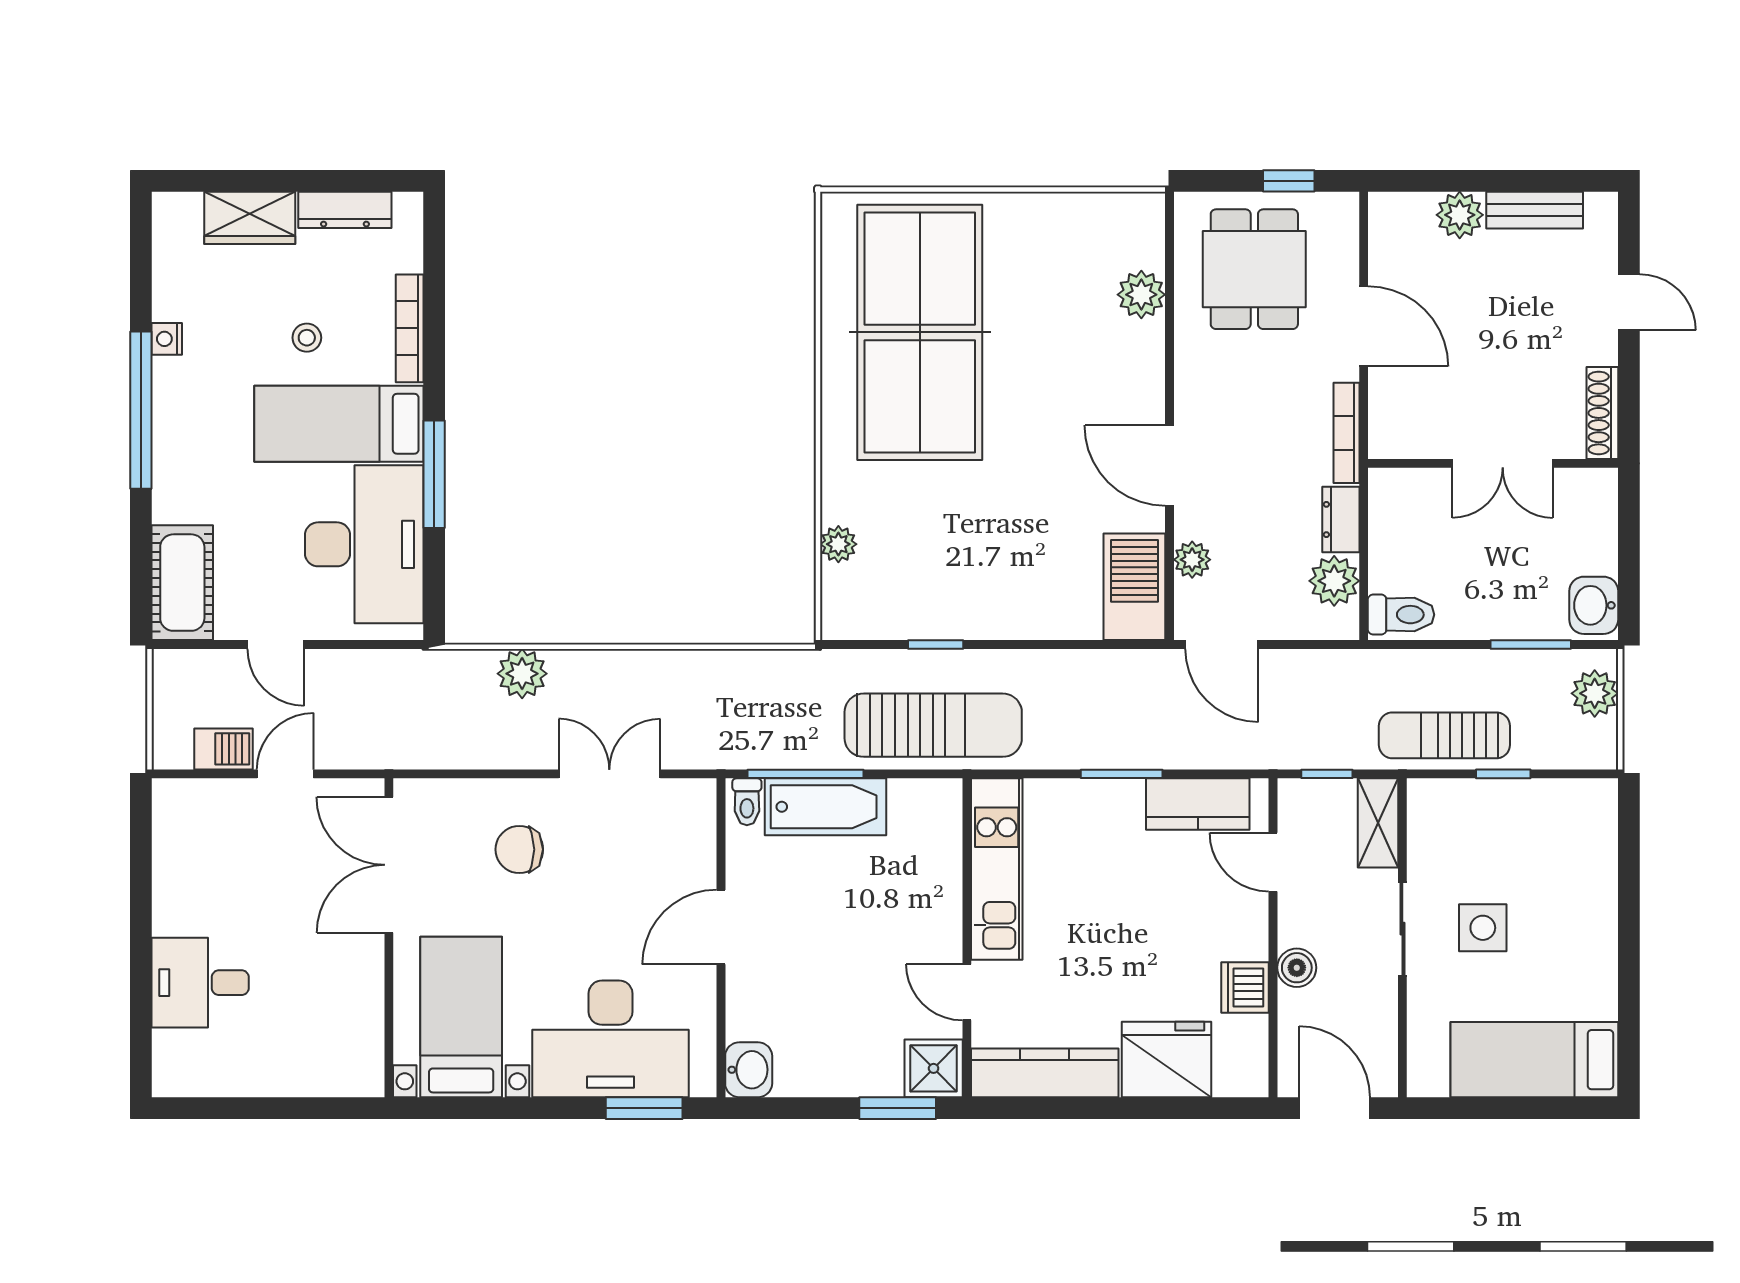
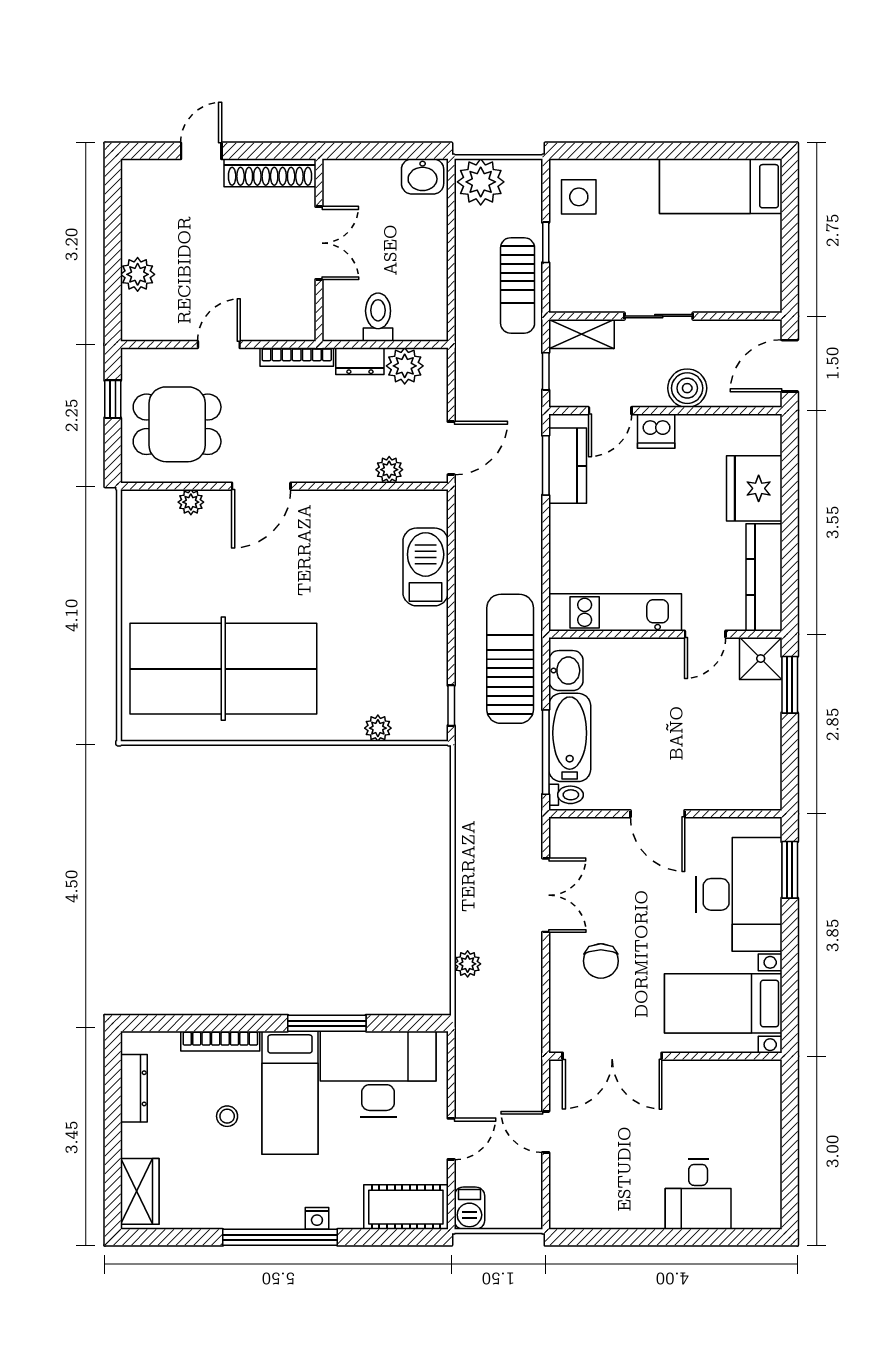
bench: (1535, 210) -> (134, 220), removed
wardrobe: (250, 218) -> (140, 1191), moved
plant: (1141, 295) -> (191, 502), width x0.73, depth x0.73
door: (1364, 326) -> (219, 344), width x0.73
nightstand: (167, 339) -> (317, 1218), moved
shoe rack: (1602, 413) -> (270, 173), width x1.36, depth x1.24
door: (1170, 466) -> (261, 486), moved
barbecue: (1134, 587) -> (426, 567), moved, turned 90
toilet: (1401, 615) -> (378, 317), moved
window: (936, 645) -> (451, 705), moved
window: (1531, 645) -> (451, 222), removed
plant: (522, 674) -> (468, 964), width x0.73, depth x0.73
plant: (1595, 693) -> (481, 182), width x1.36, depth x1.36
barbecue: (224, 749) -> (469, 1208), moved, turned 180
double door: (609, 774) -> (546, 895), swing flipped
window: (1122, 774) -> (546, 465), moved
side table: (1483, 928) -> (579, 197), moved
boiler: (1297, 968) -> (687, 388), width x1.36, depth x1.36
dishwasher: (1245, 987) -> (656, 431), moved
bed: (1534, 1060) -> (721, 186), moved, turned 90
washbasin: (749, 1070) -> (566, 671), moved, turned 90

